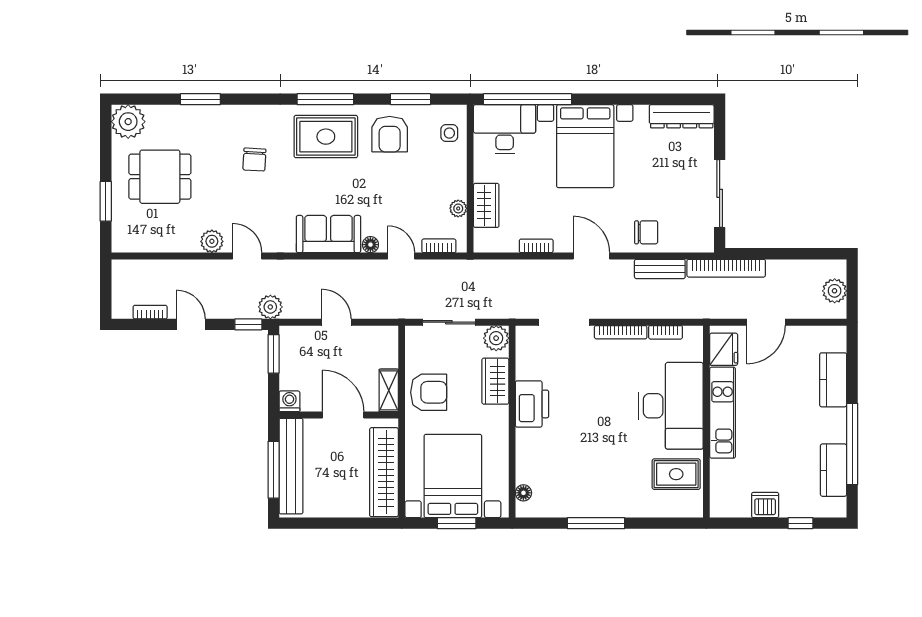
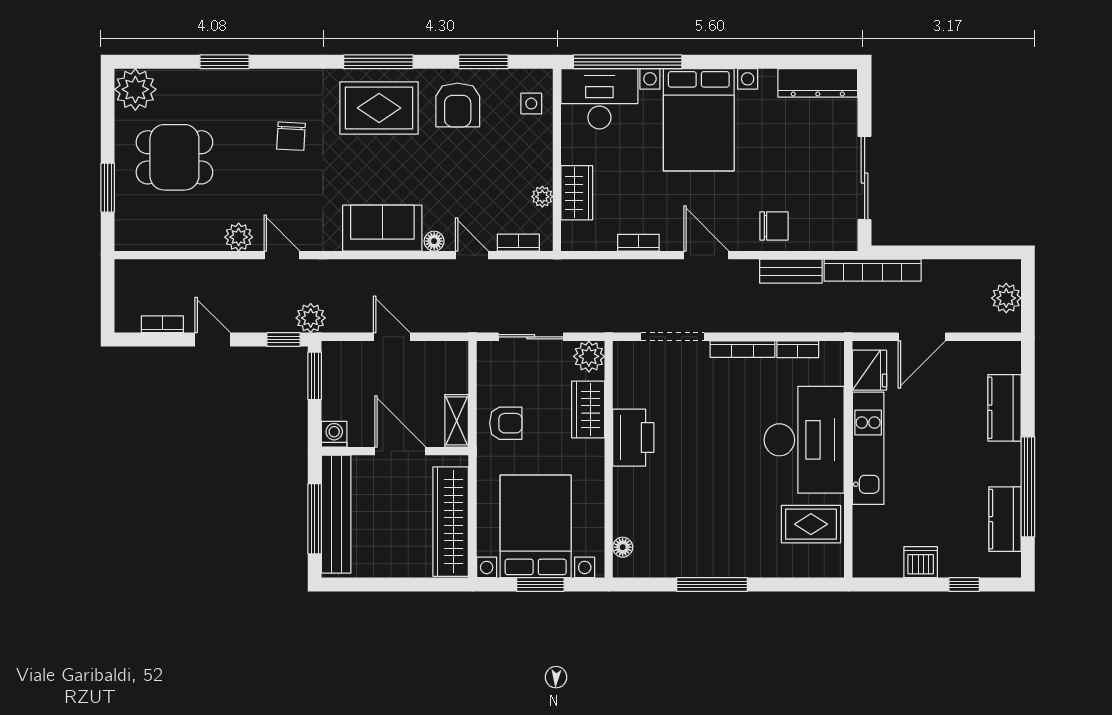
armchair: (429, 392) -> (506, 423), width x0.72, depth x0.72

